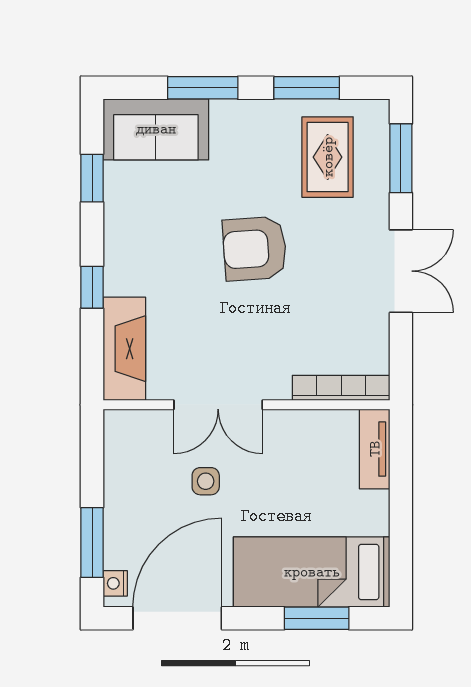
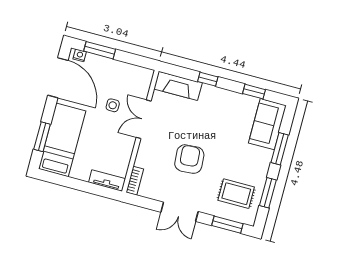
armchair: (255, 249) -> (189, 159), moved
bookcase: (341, 388) -> (135, 181), width x0.64

